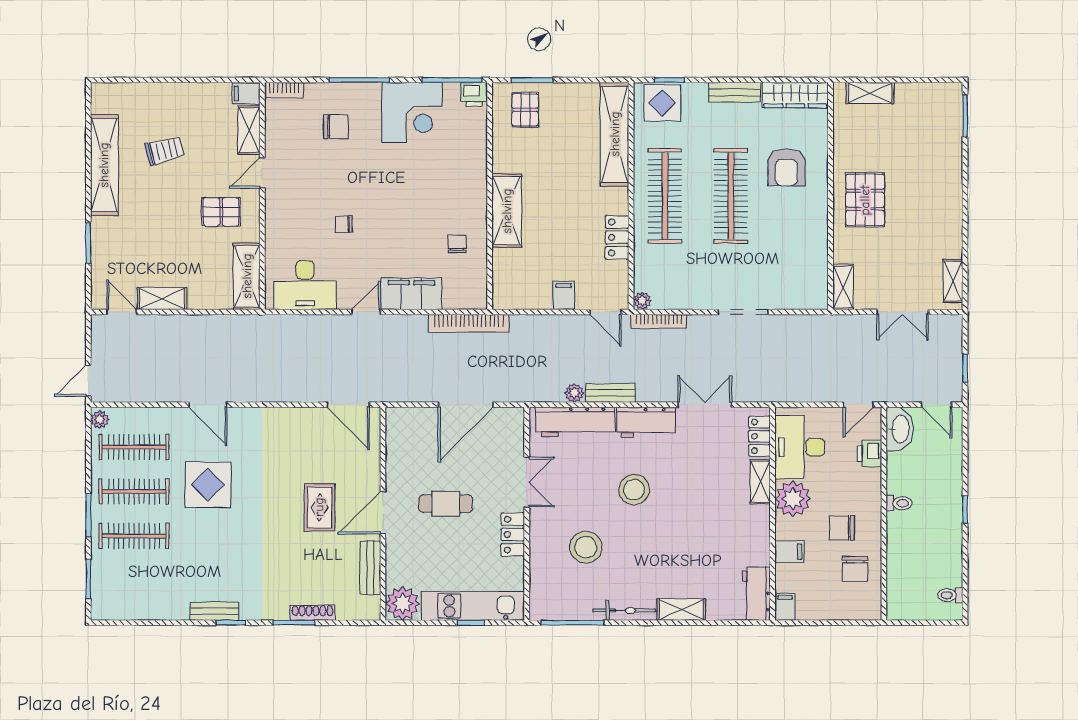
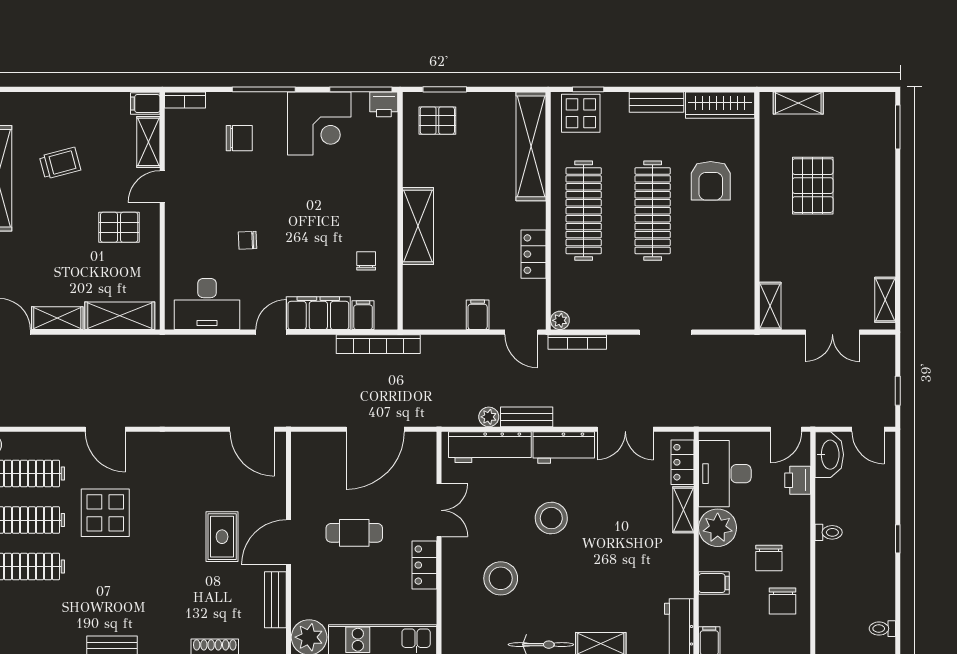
pallet: (525, 110) -> (437, 121), turned 90
pallet: (865, 200) -> (813, 186), moved
shelving: (247, 276) -> (120, 316), moved, turned 90
filing cabinet: (454, 296) -> (363, 315), added
double door: (705, 405) -> (625, 429), swing flipped
chair: (842, 528) -> (769, 558), turned -90

